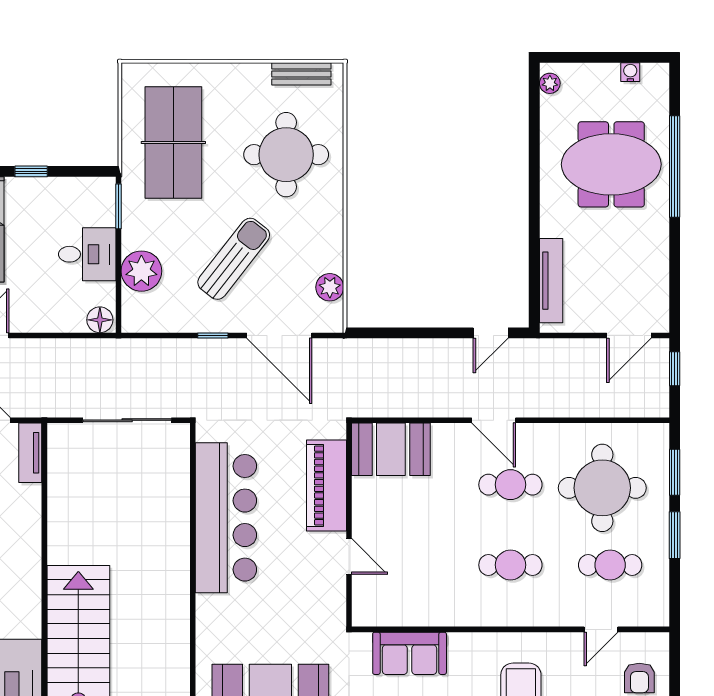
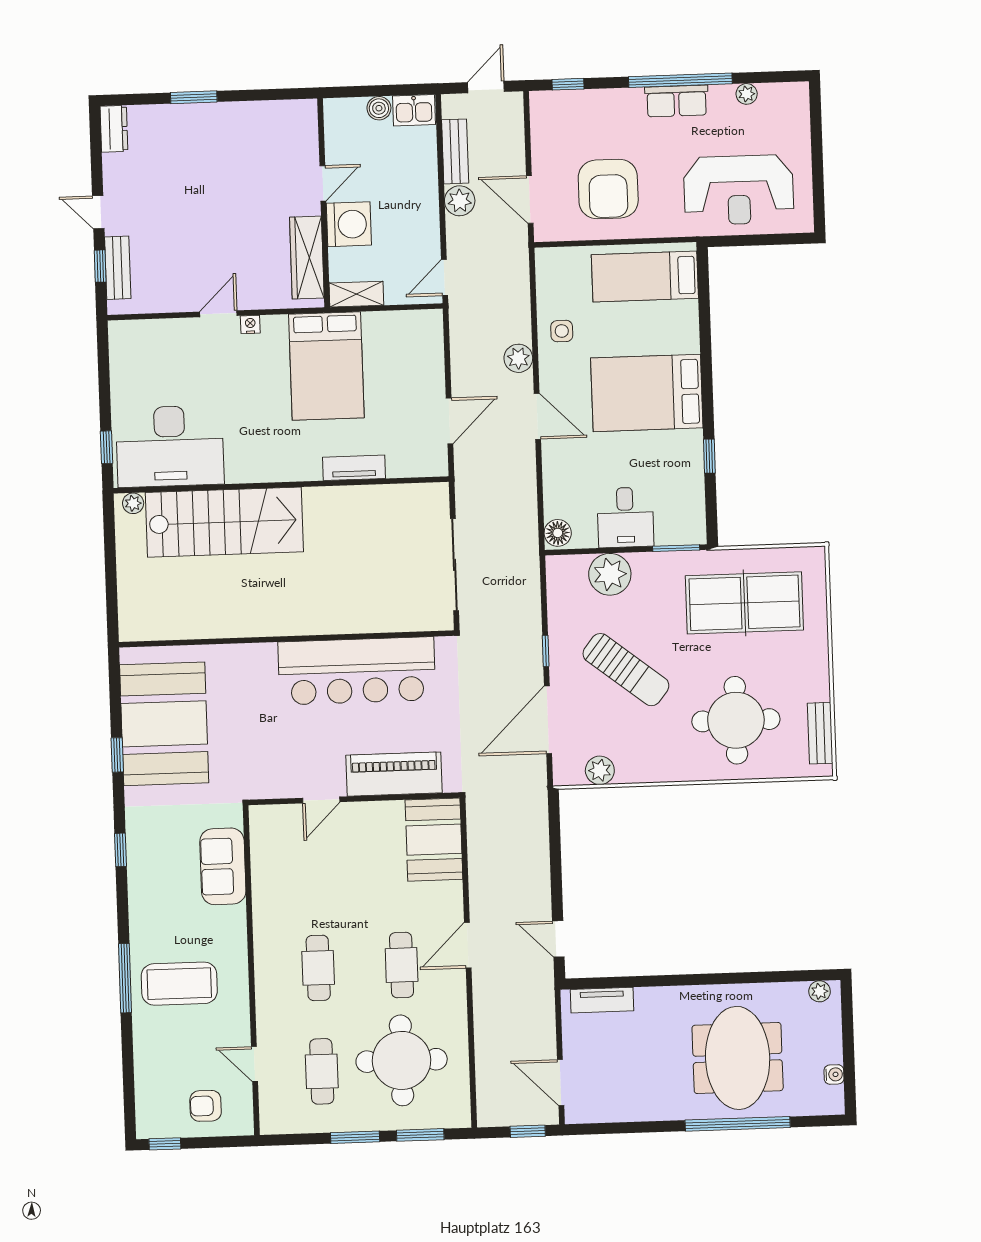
tv unit: (551, 281) -> (602, 1000), width x0.71
tv unit: (30, 453) -> (354, 468), moved

